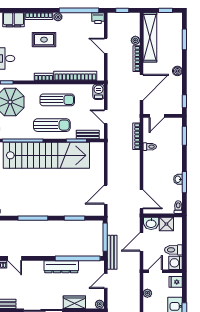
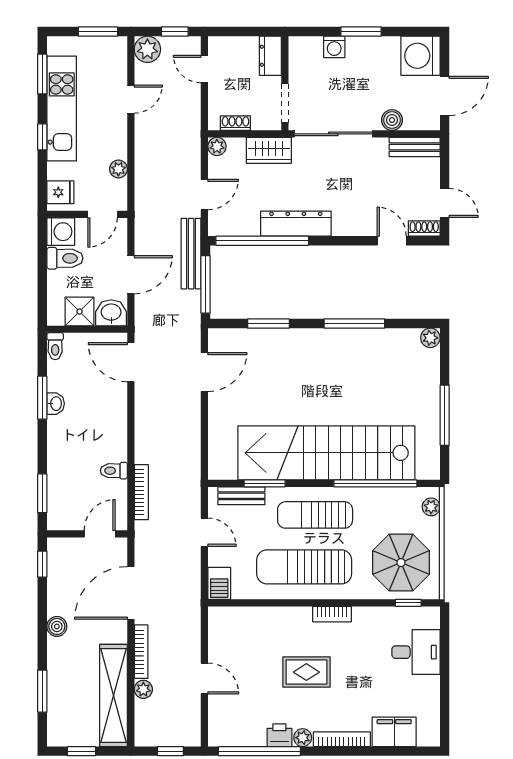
printer: (98, 18) -> (279, 735), moved
rug: (44, 40) -> (306, 672), moved
bookcase: (75, 76) -> (267, 616), removed
sun lounger: (57, 100) -> (304, 567), width x1.36, depth x1.34

